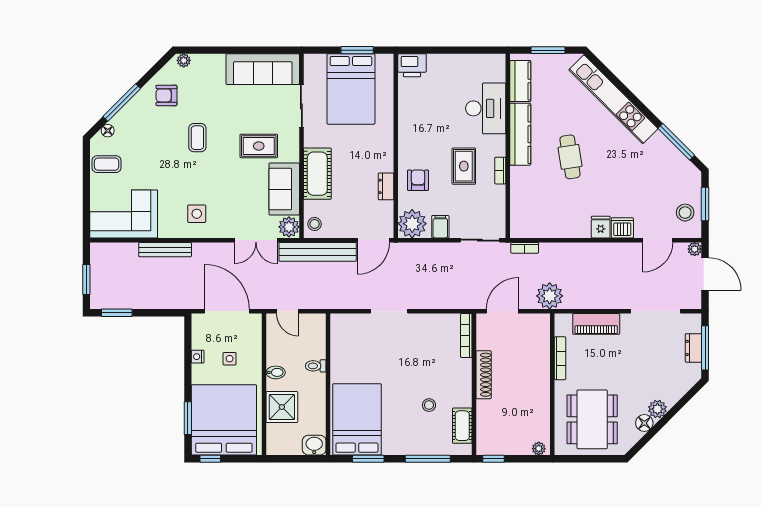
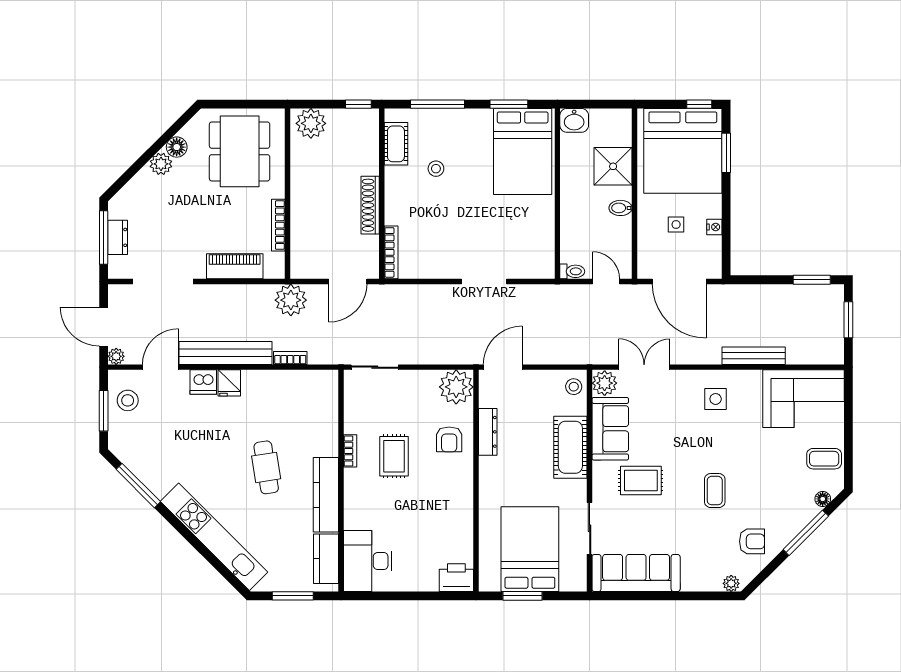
desk: (486, 108) -> (368, 561), moved
dresser: (386, 186) -> (488, 432), width x1.44
filing cabinet: (440, 227) -> (422, 383), removed
bookcase: (525, 248) -> (290, 358), moved
bench: (318, 252) -> (226, 353), moved
toilet: (316, 366) -> (572, 271), moved
plant: (539, 449) -> (311, 123), width x1.87, depth x1.87

